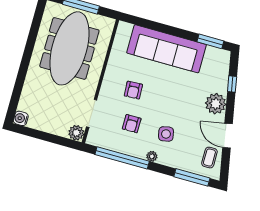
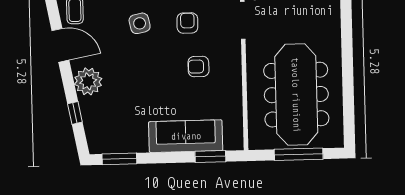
window: (145, 23) -> (210, 157), added
sofa: (166, 49) -> (186, 136), width x0.74, depth x0.79
armchair: (133, 90) -> (198, 67), turned -87

